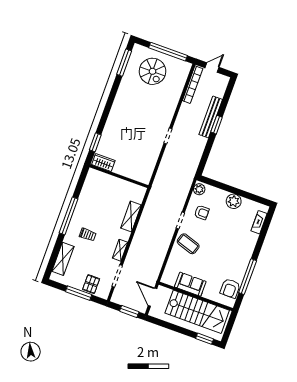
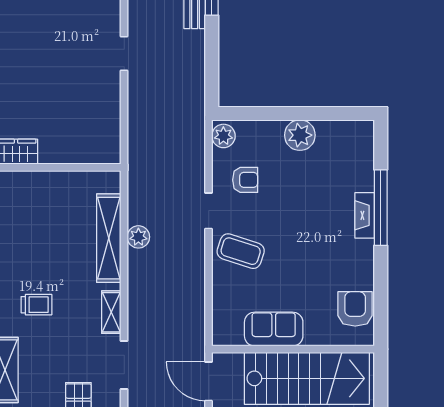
shelving: (131, 216) -> (109, 238), width x1.47
plant: (145, 221) -> (138, 237), added
fireplace: (259, 222) -> (365, 215), moved
window: (248, 277) -> (381, 208), moved
armchair: (230, 288) -> (355, 309), turned 180

